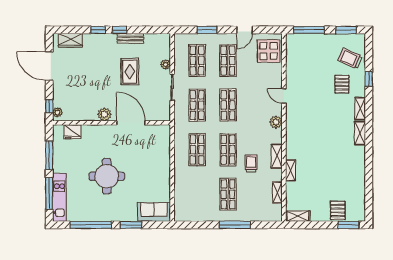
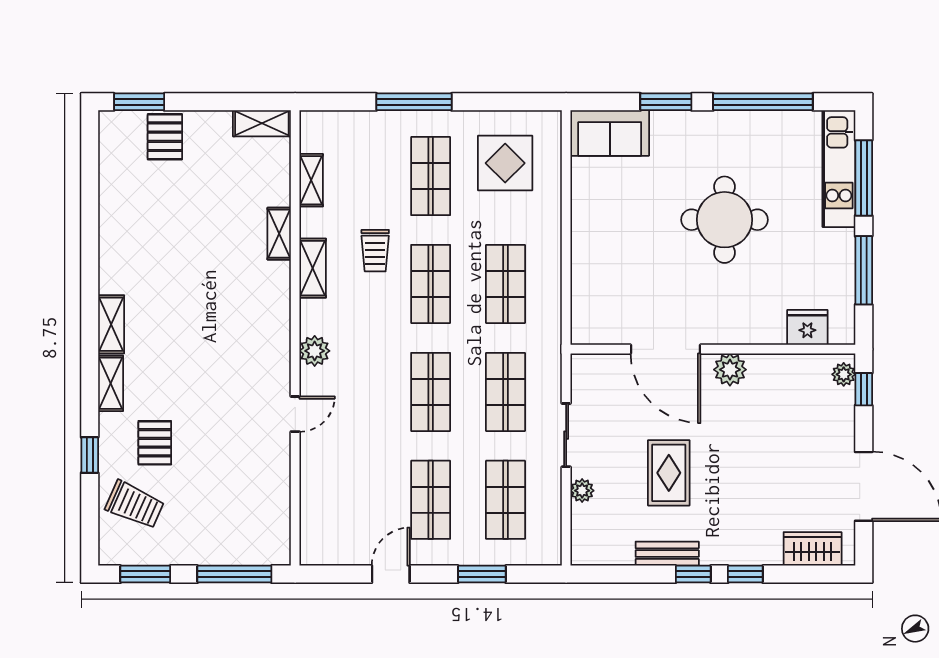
display table: (269, 51) -> (505, 163), moved
door: (284, 96) -> (295, 414), hinge flipped

